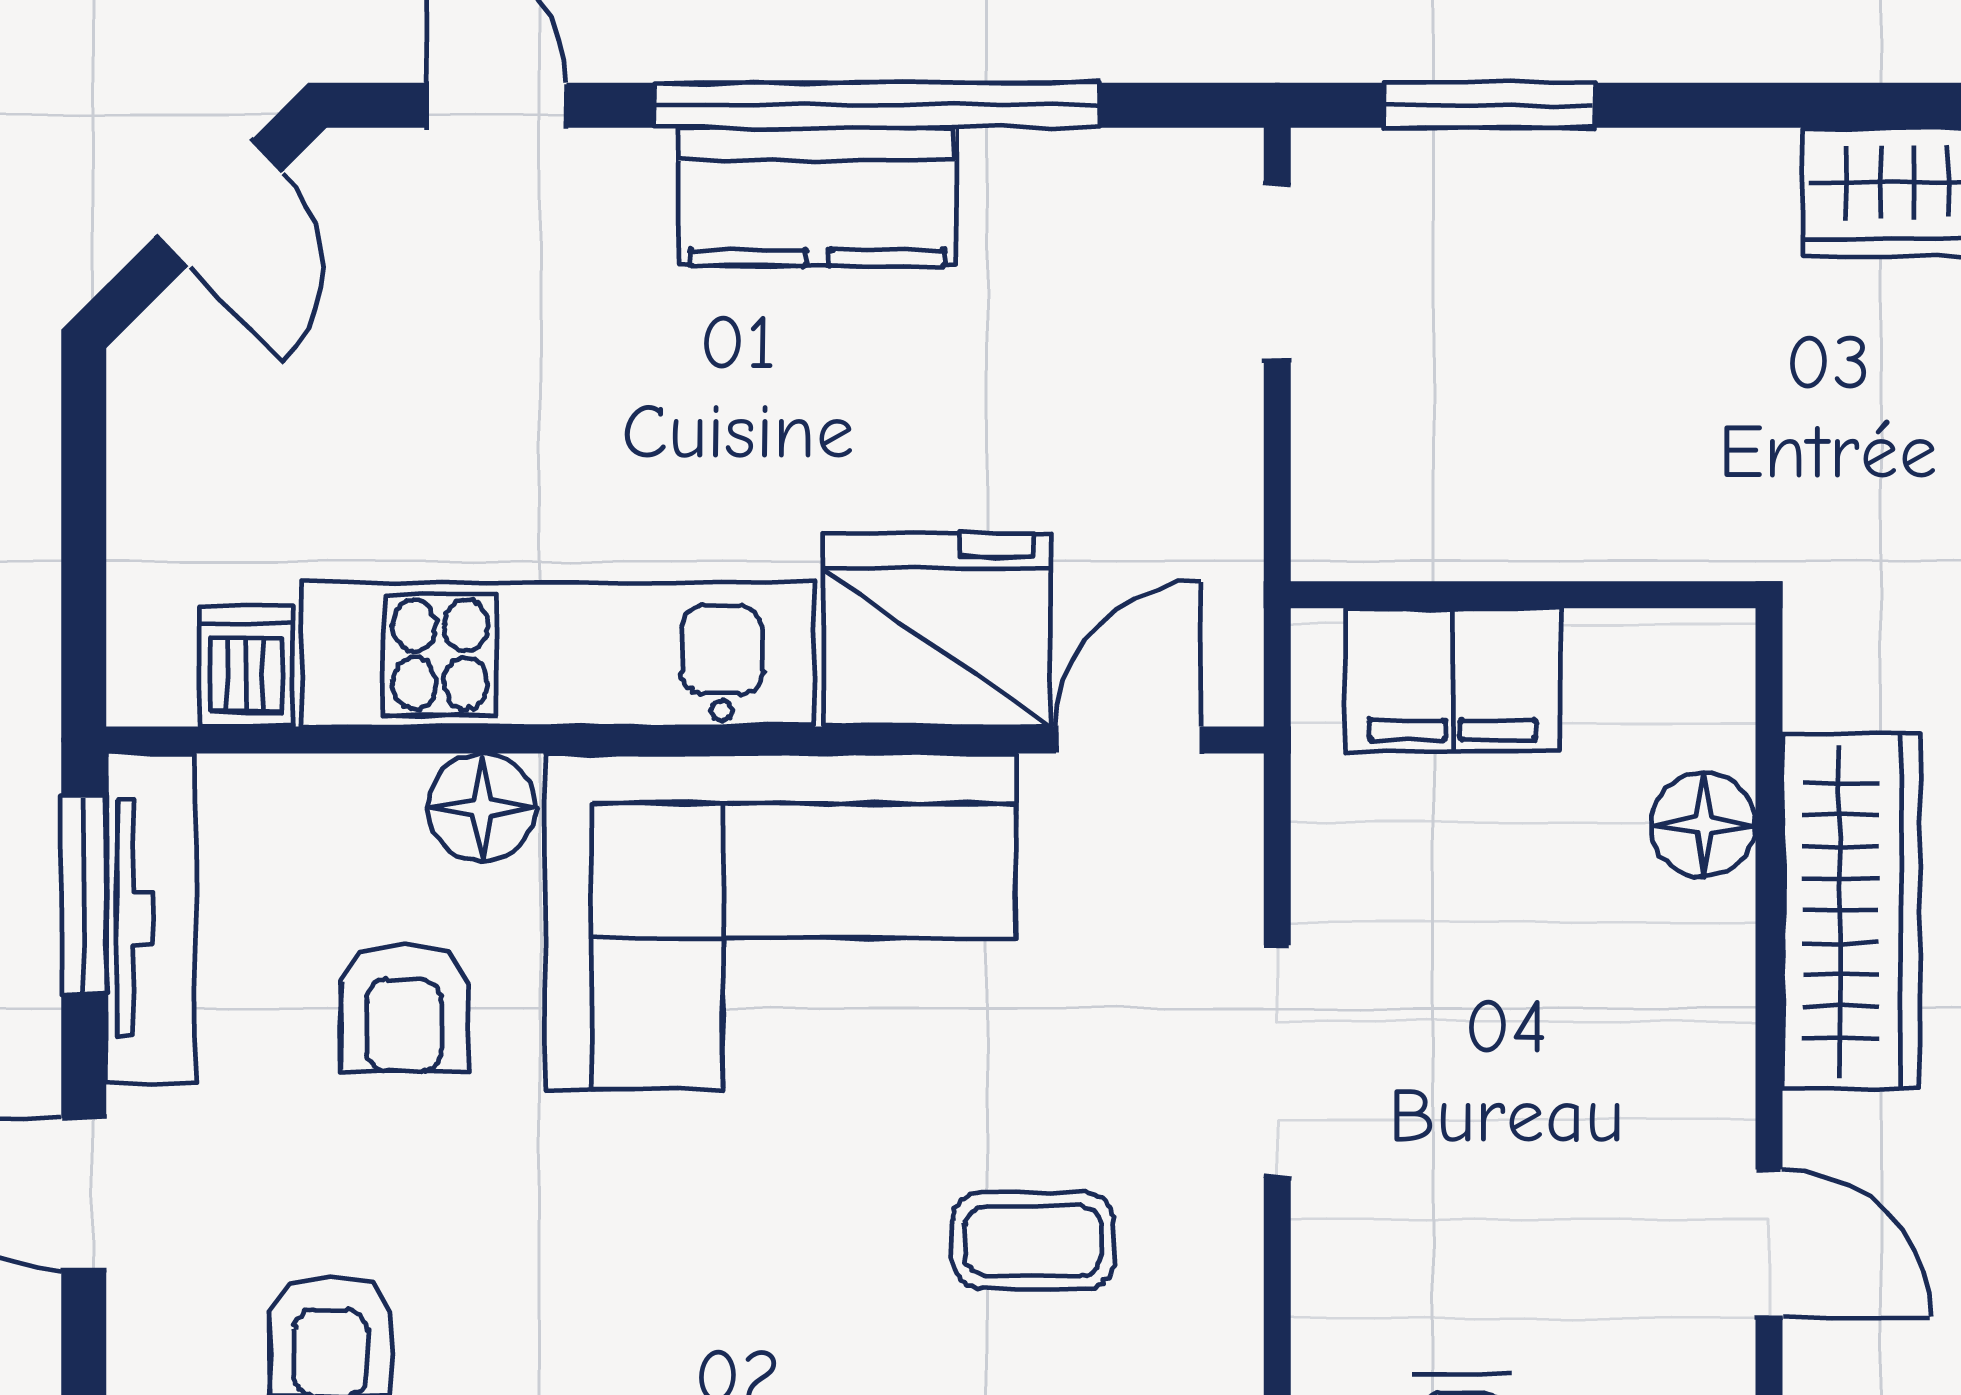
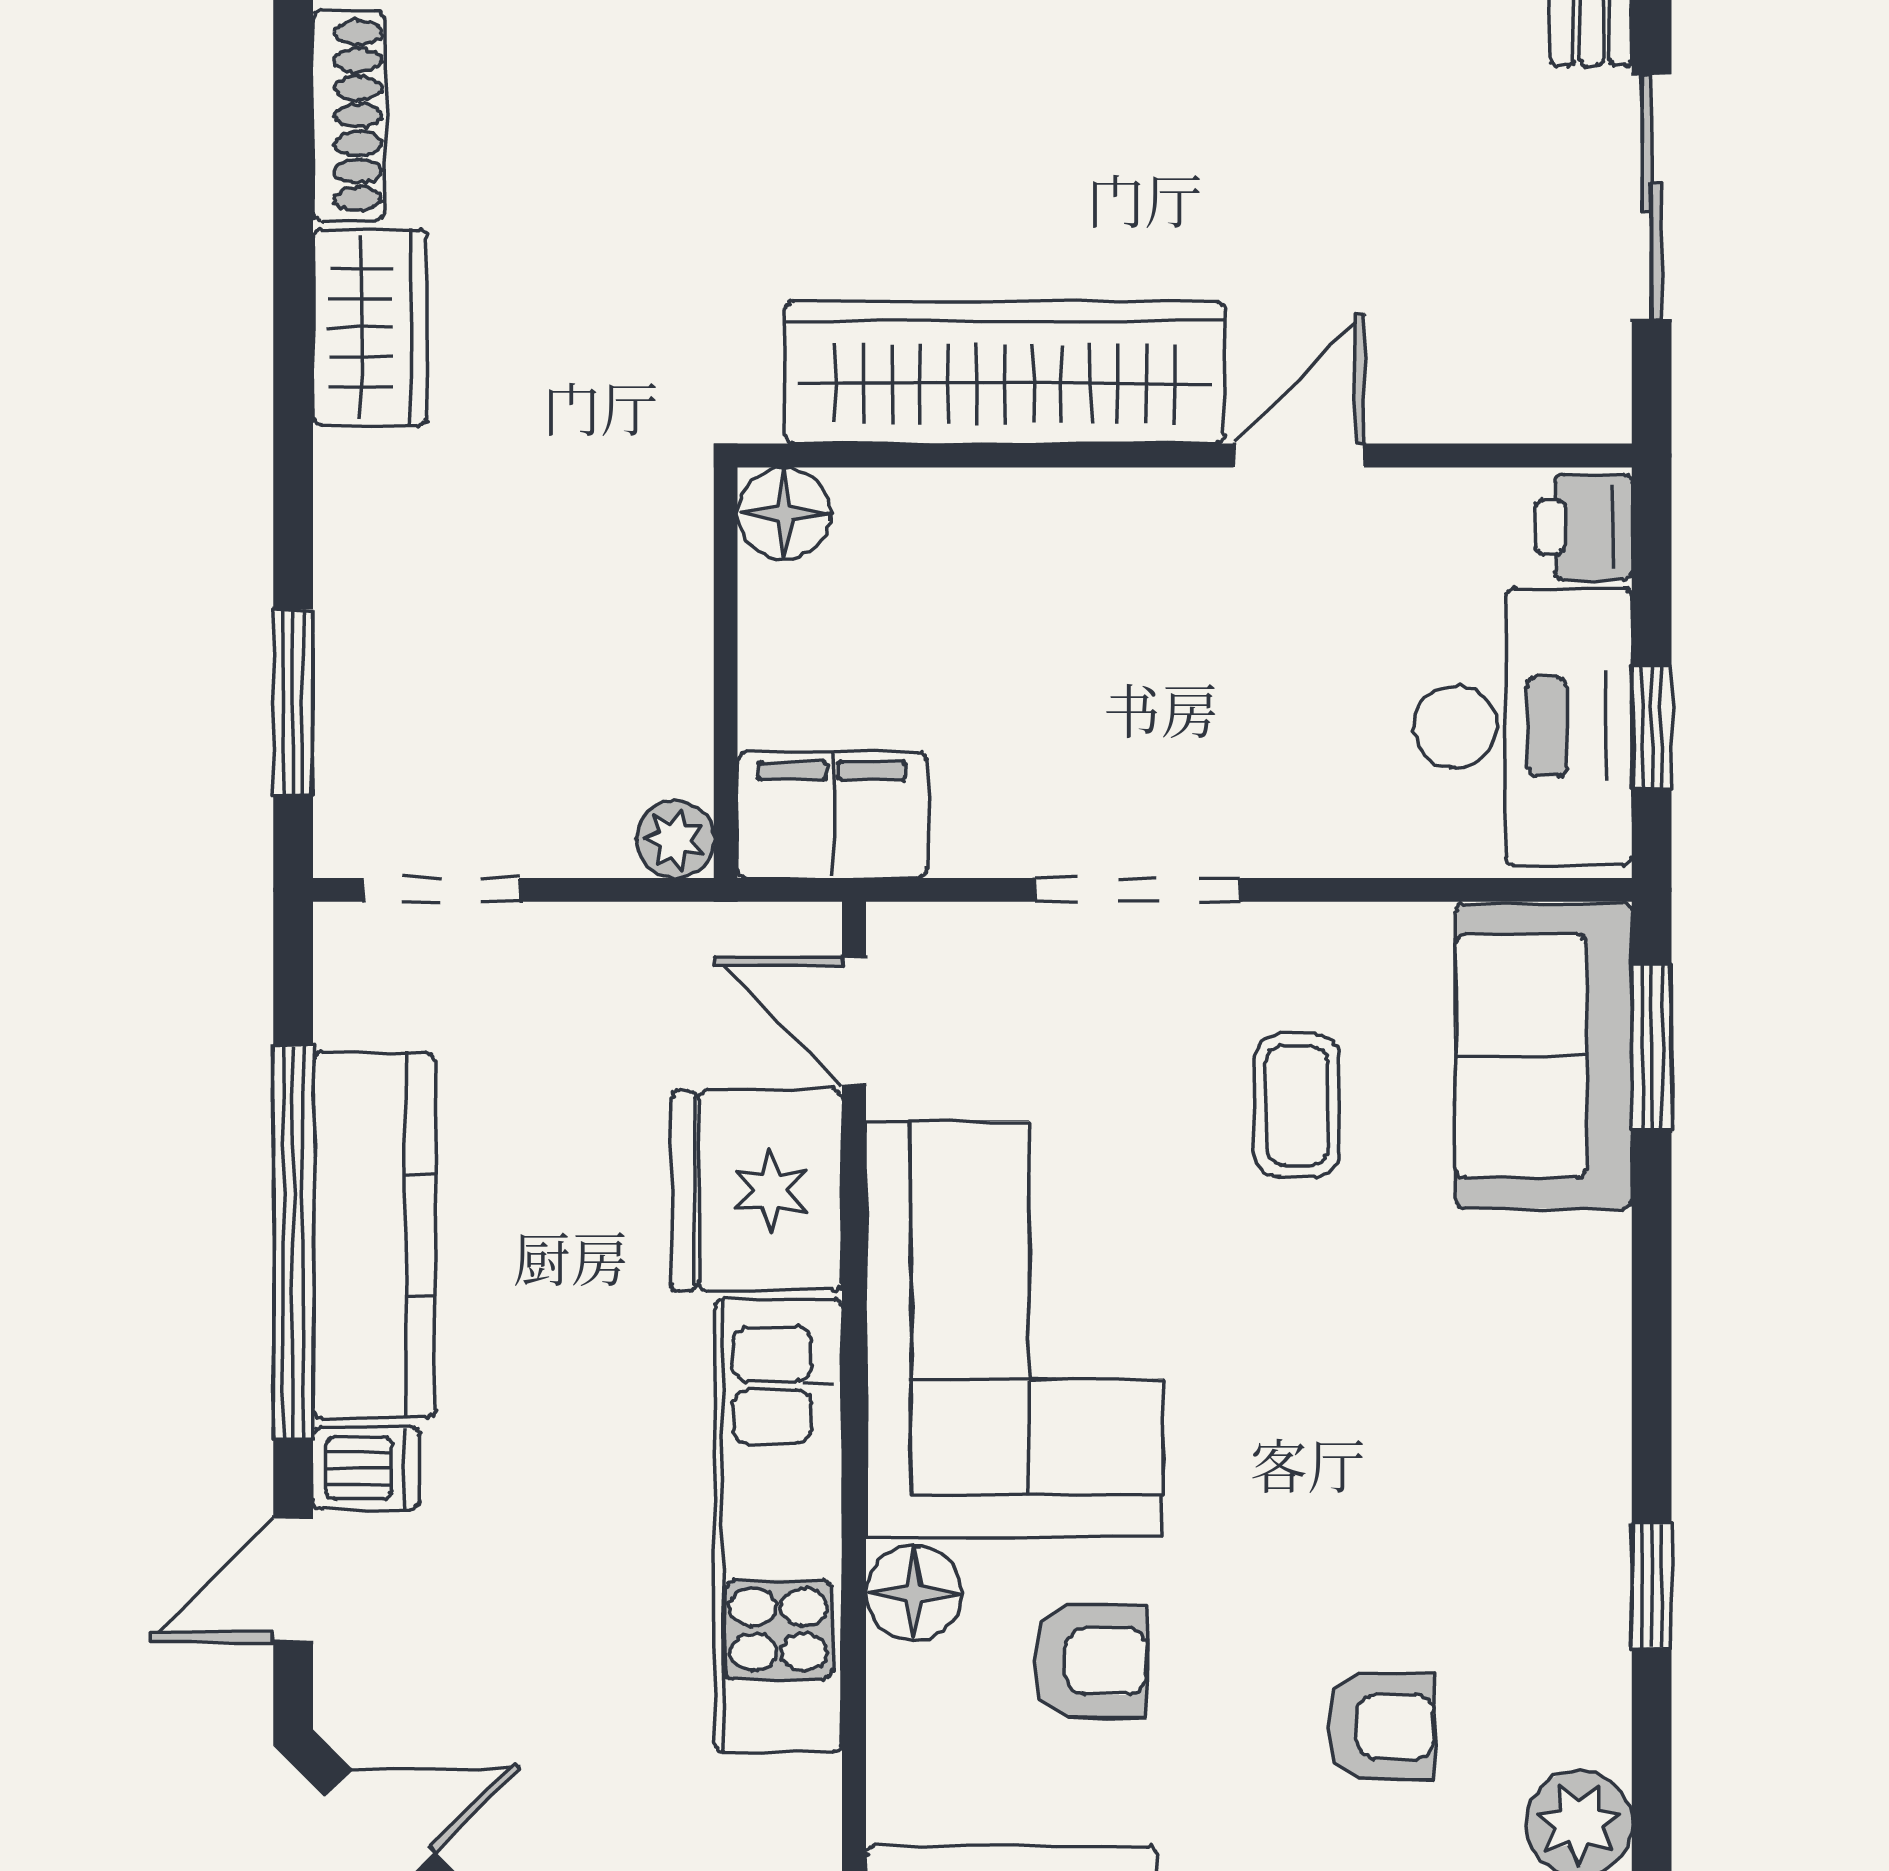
kitchen counter: (817, 197) -> (374, 1235), width x1.50
plant: (1335, 538) -> (675, 839), added
dishwasher: (246, 666) -> (366, 1468), moved, turned 180
filing cabinet: (1453, 680) -> (832, 815), moved, turned -90
floor lamp: (1703, 825) -> (785, 514), moved
wardrobe: (1851, 911) -> (1005, 372), width x1.40, depth x1.17

